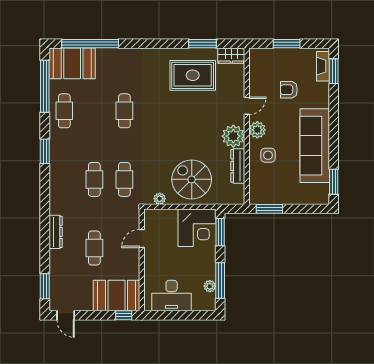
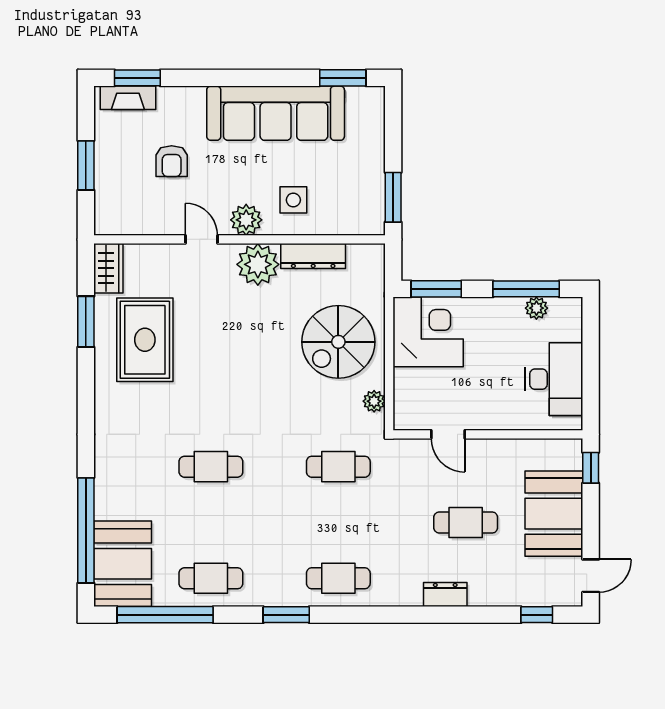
cafe table: (94, 179) -> (338, 578), moved
dresser: (56, 232) -> (445, 594), width x0.70
window: (45, 286) -> (537, 615), width x0.67
booth: (117, 295) -> (554, 514), moved

